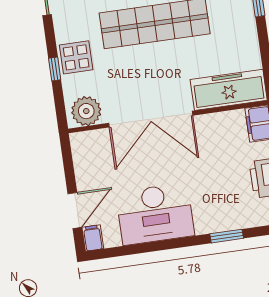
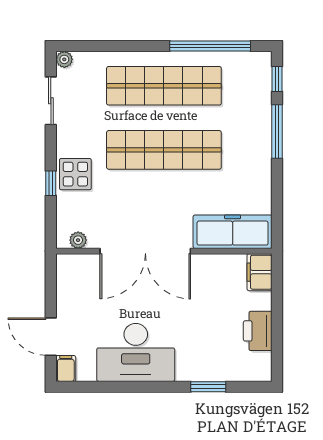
plant: (86, 111) -> (78, 240), width x0.53, depth x0.53
door: (75, 210) -> (51, 337), swing flipped

